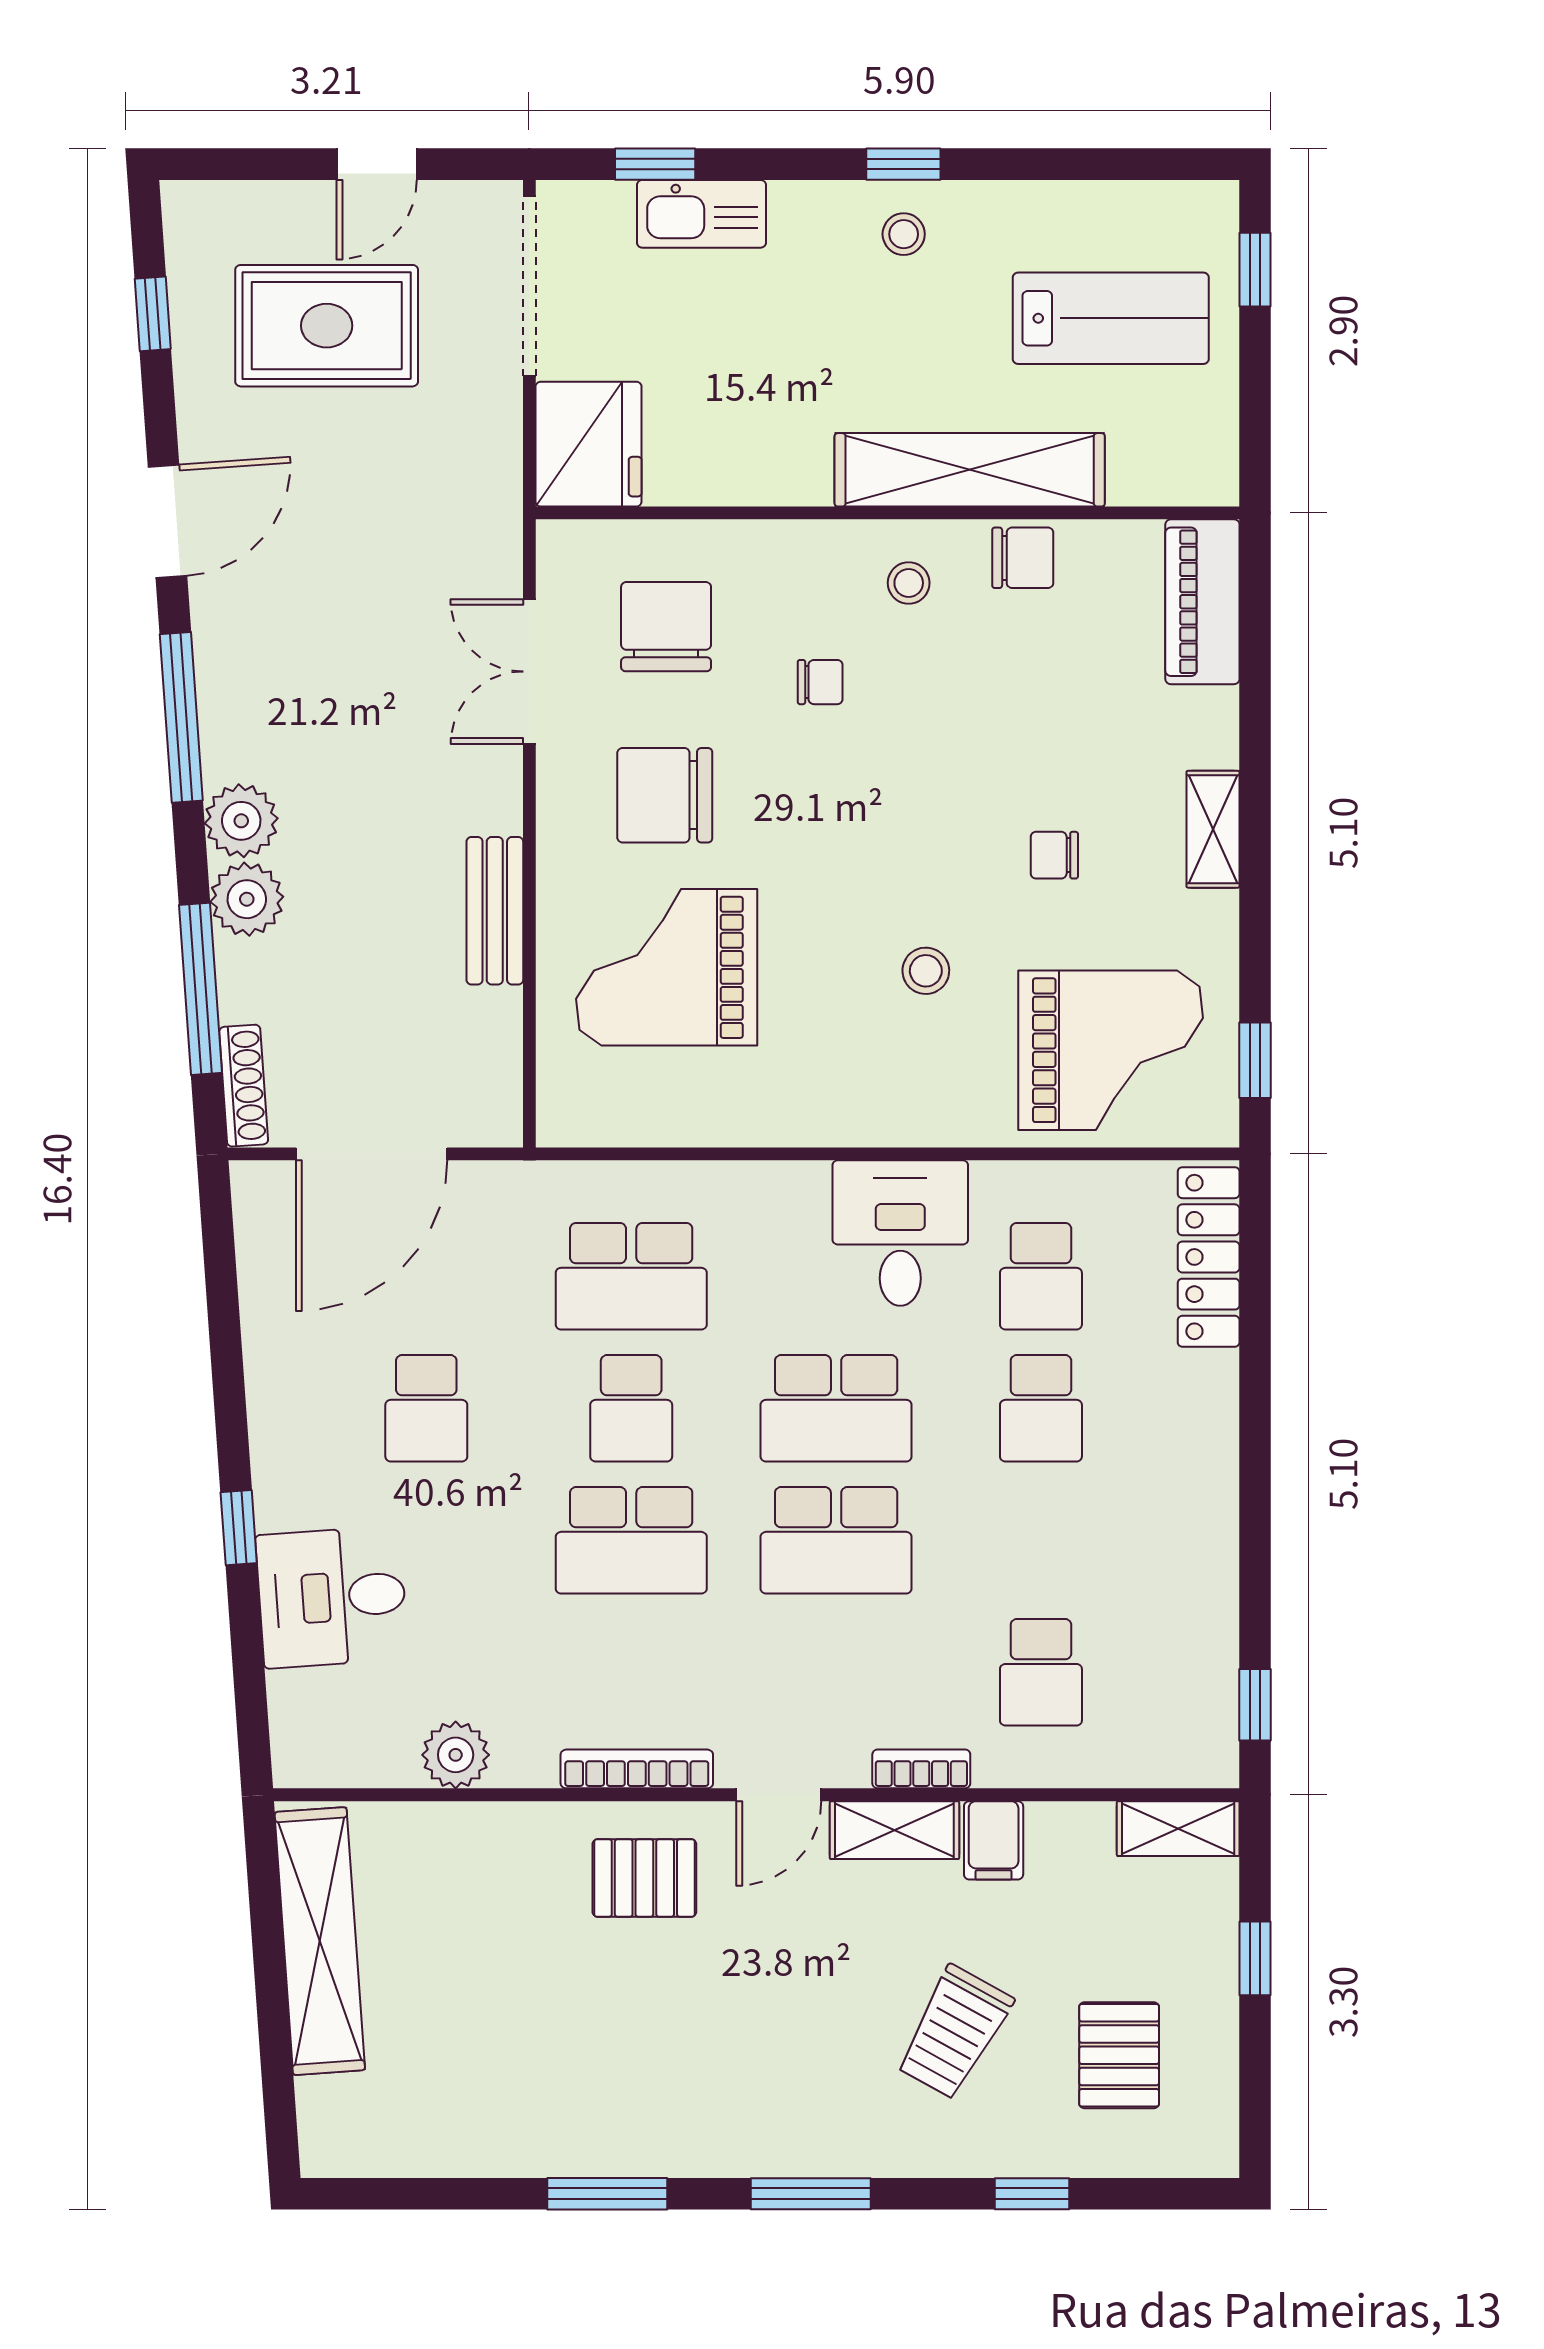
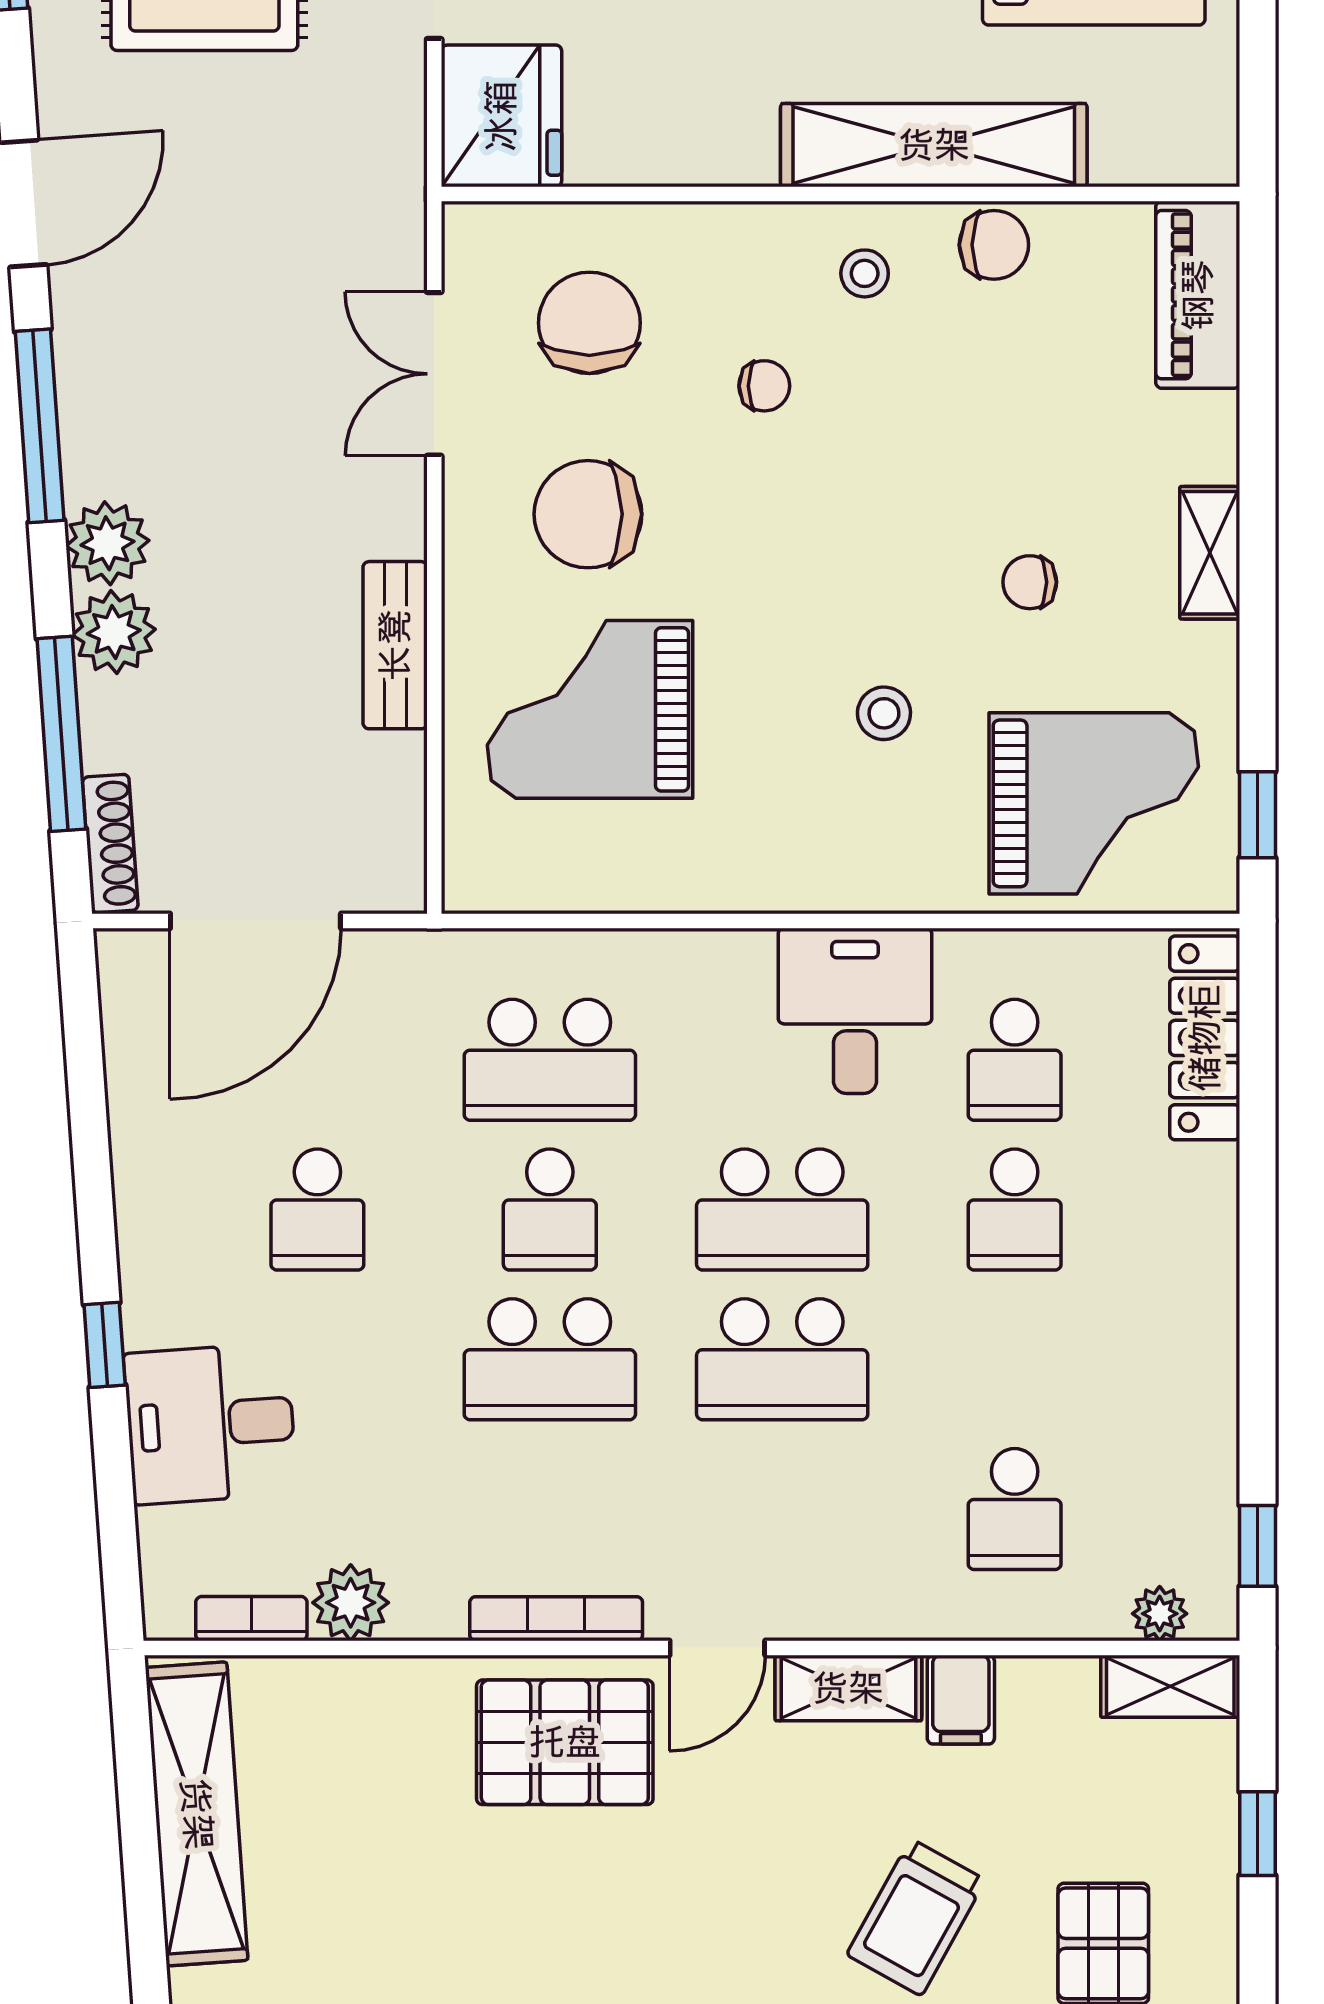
plant: (1169, 1764) -> (1160, 1614), added
bookcase: (921, 1769) -> (251, 1619), moved
pallet: (644, 1878) -> (565, 1742), width x1.50, depth x1.42

